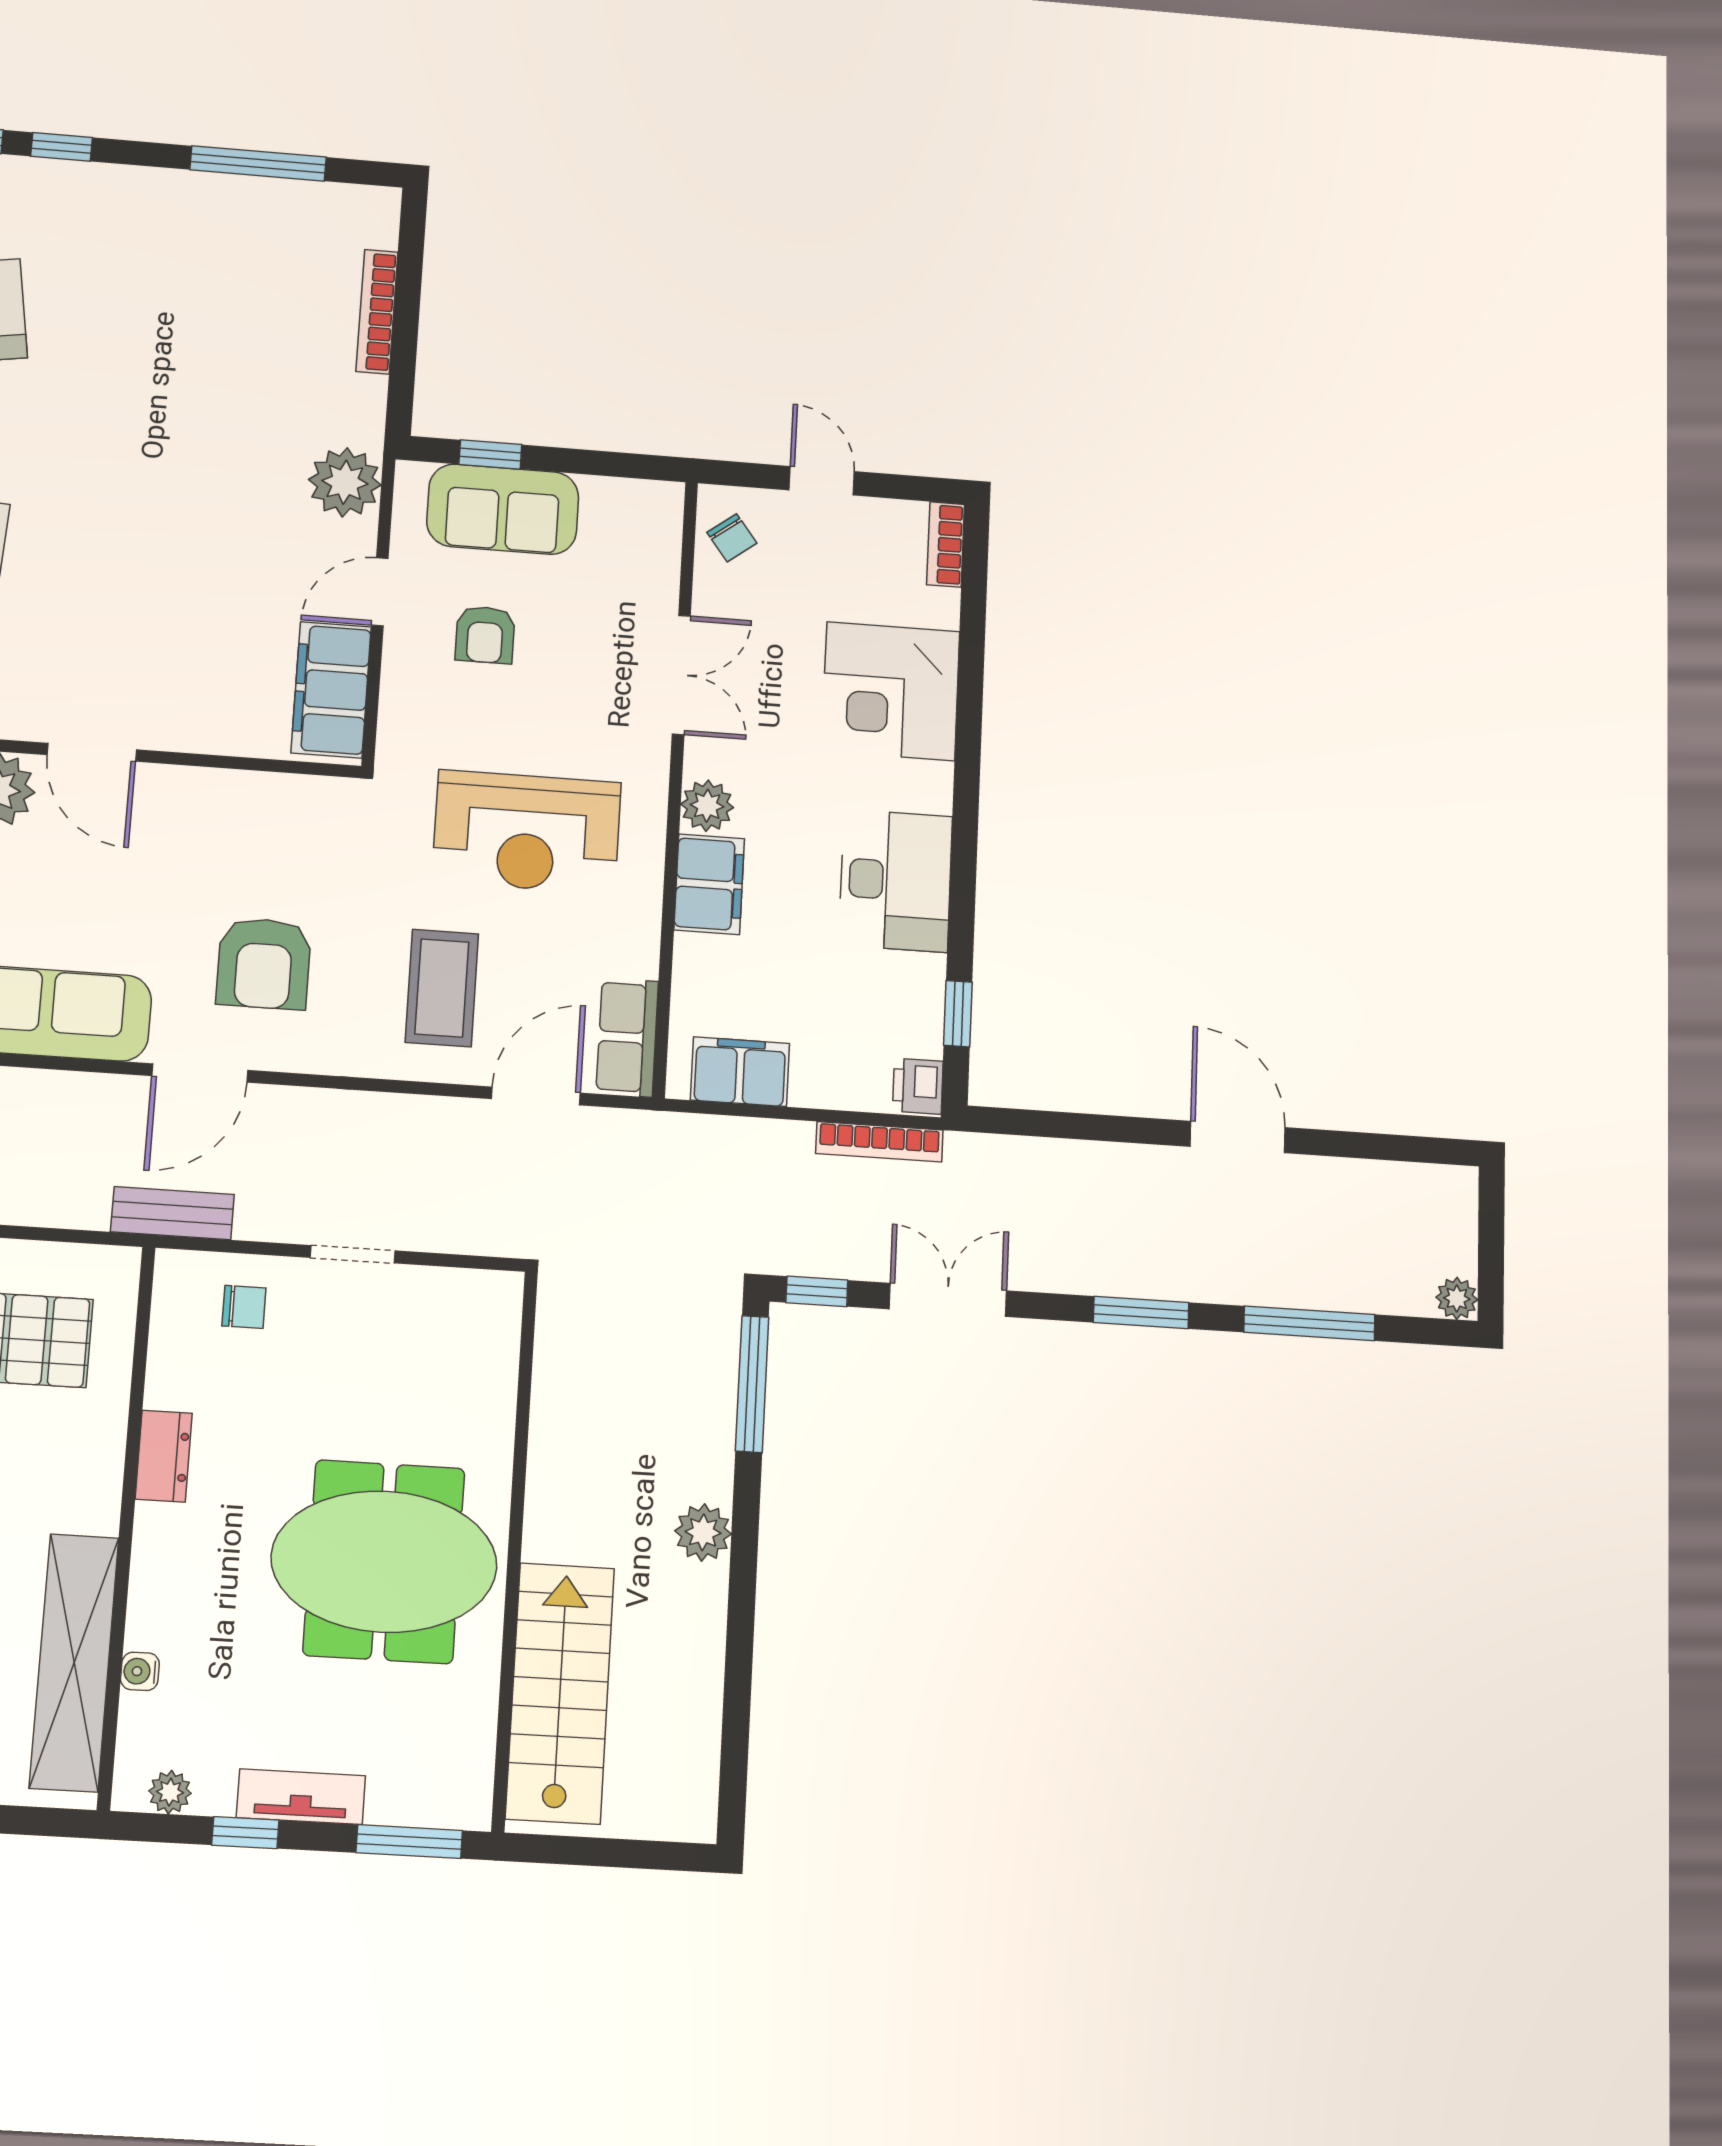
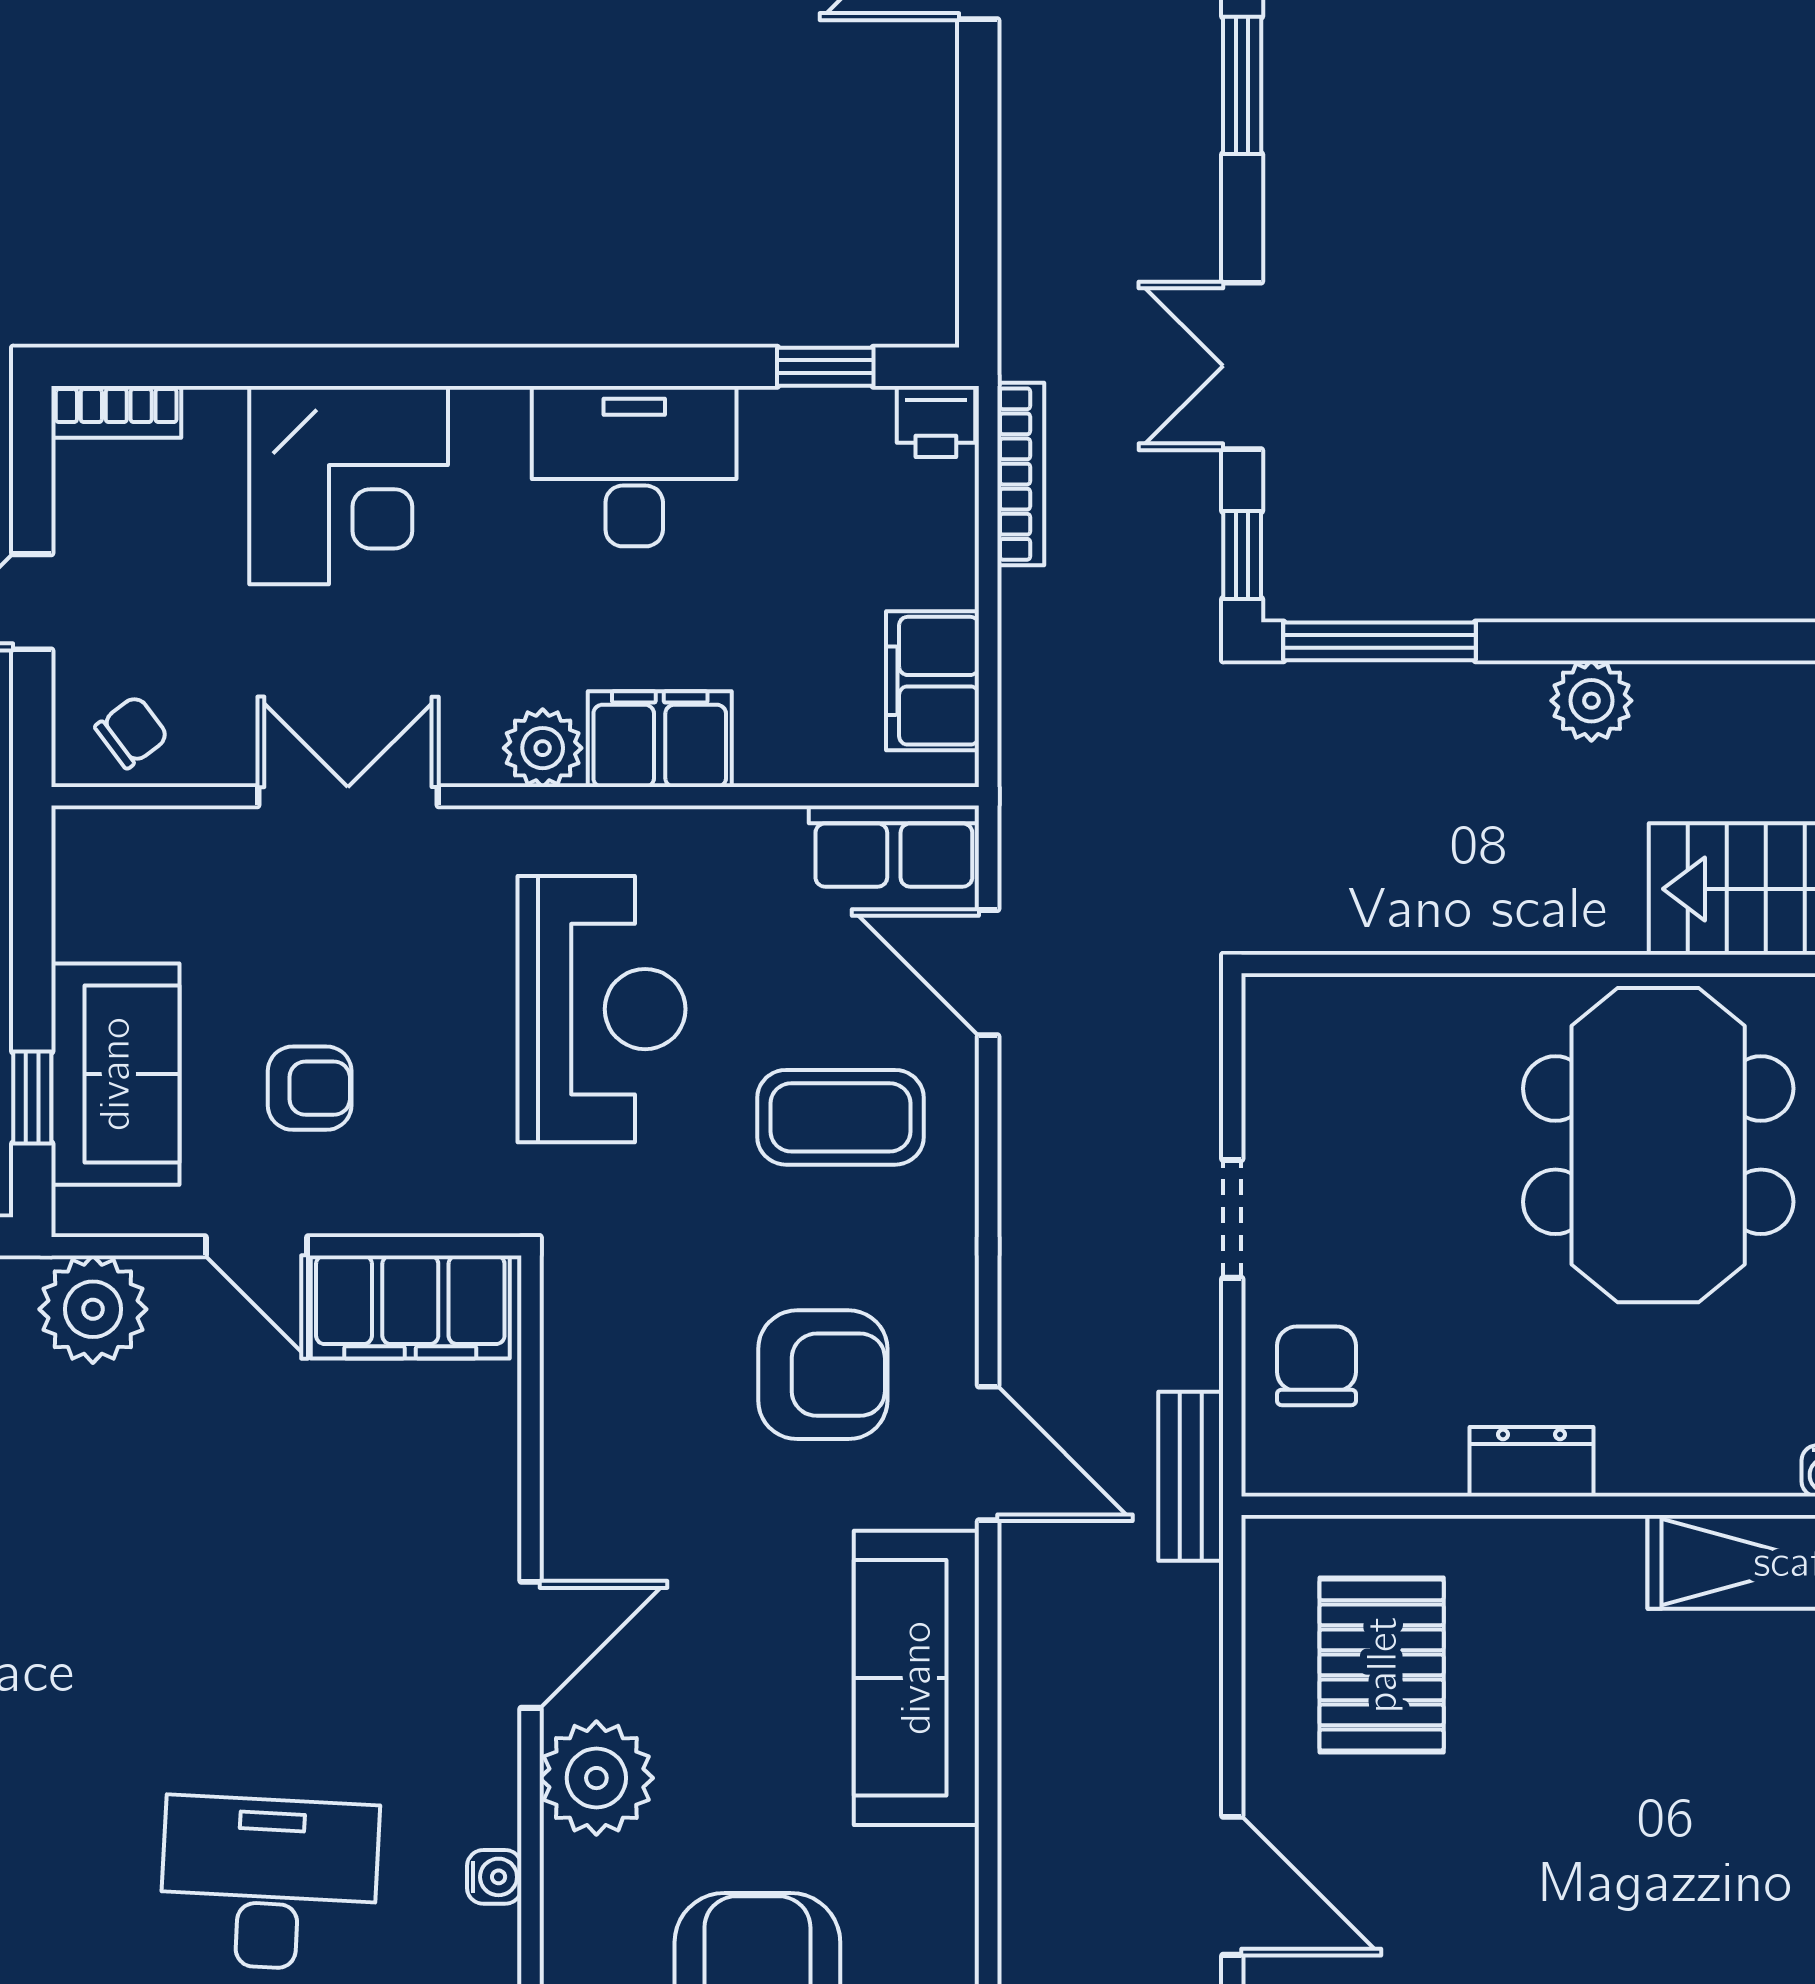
chair: (244, 1307) -> (1317, 1366), width x1.37, depth x1.37

